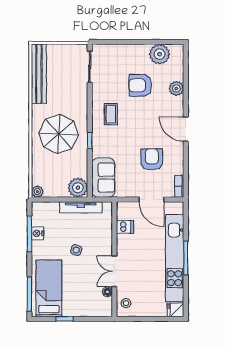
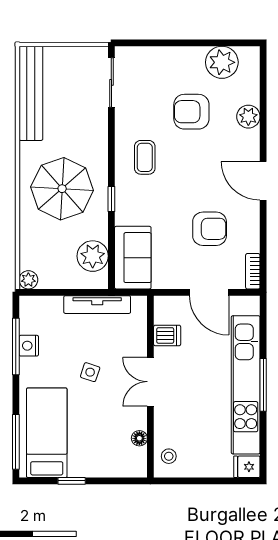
armchair: (152, 159) -> (210, 229), turned 90
plant: (78, 188) -> (93, 256), moved
double door: (114, 271) -> (150, 382), moved

